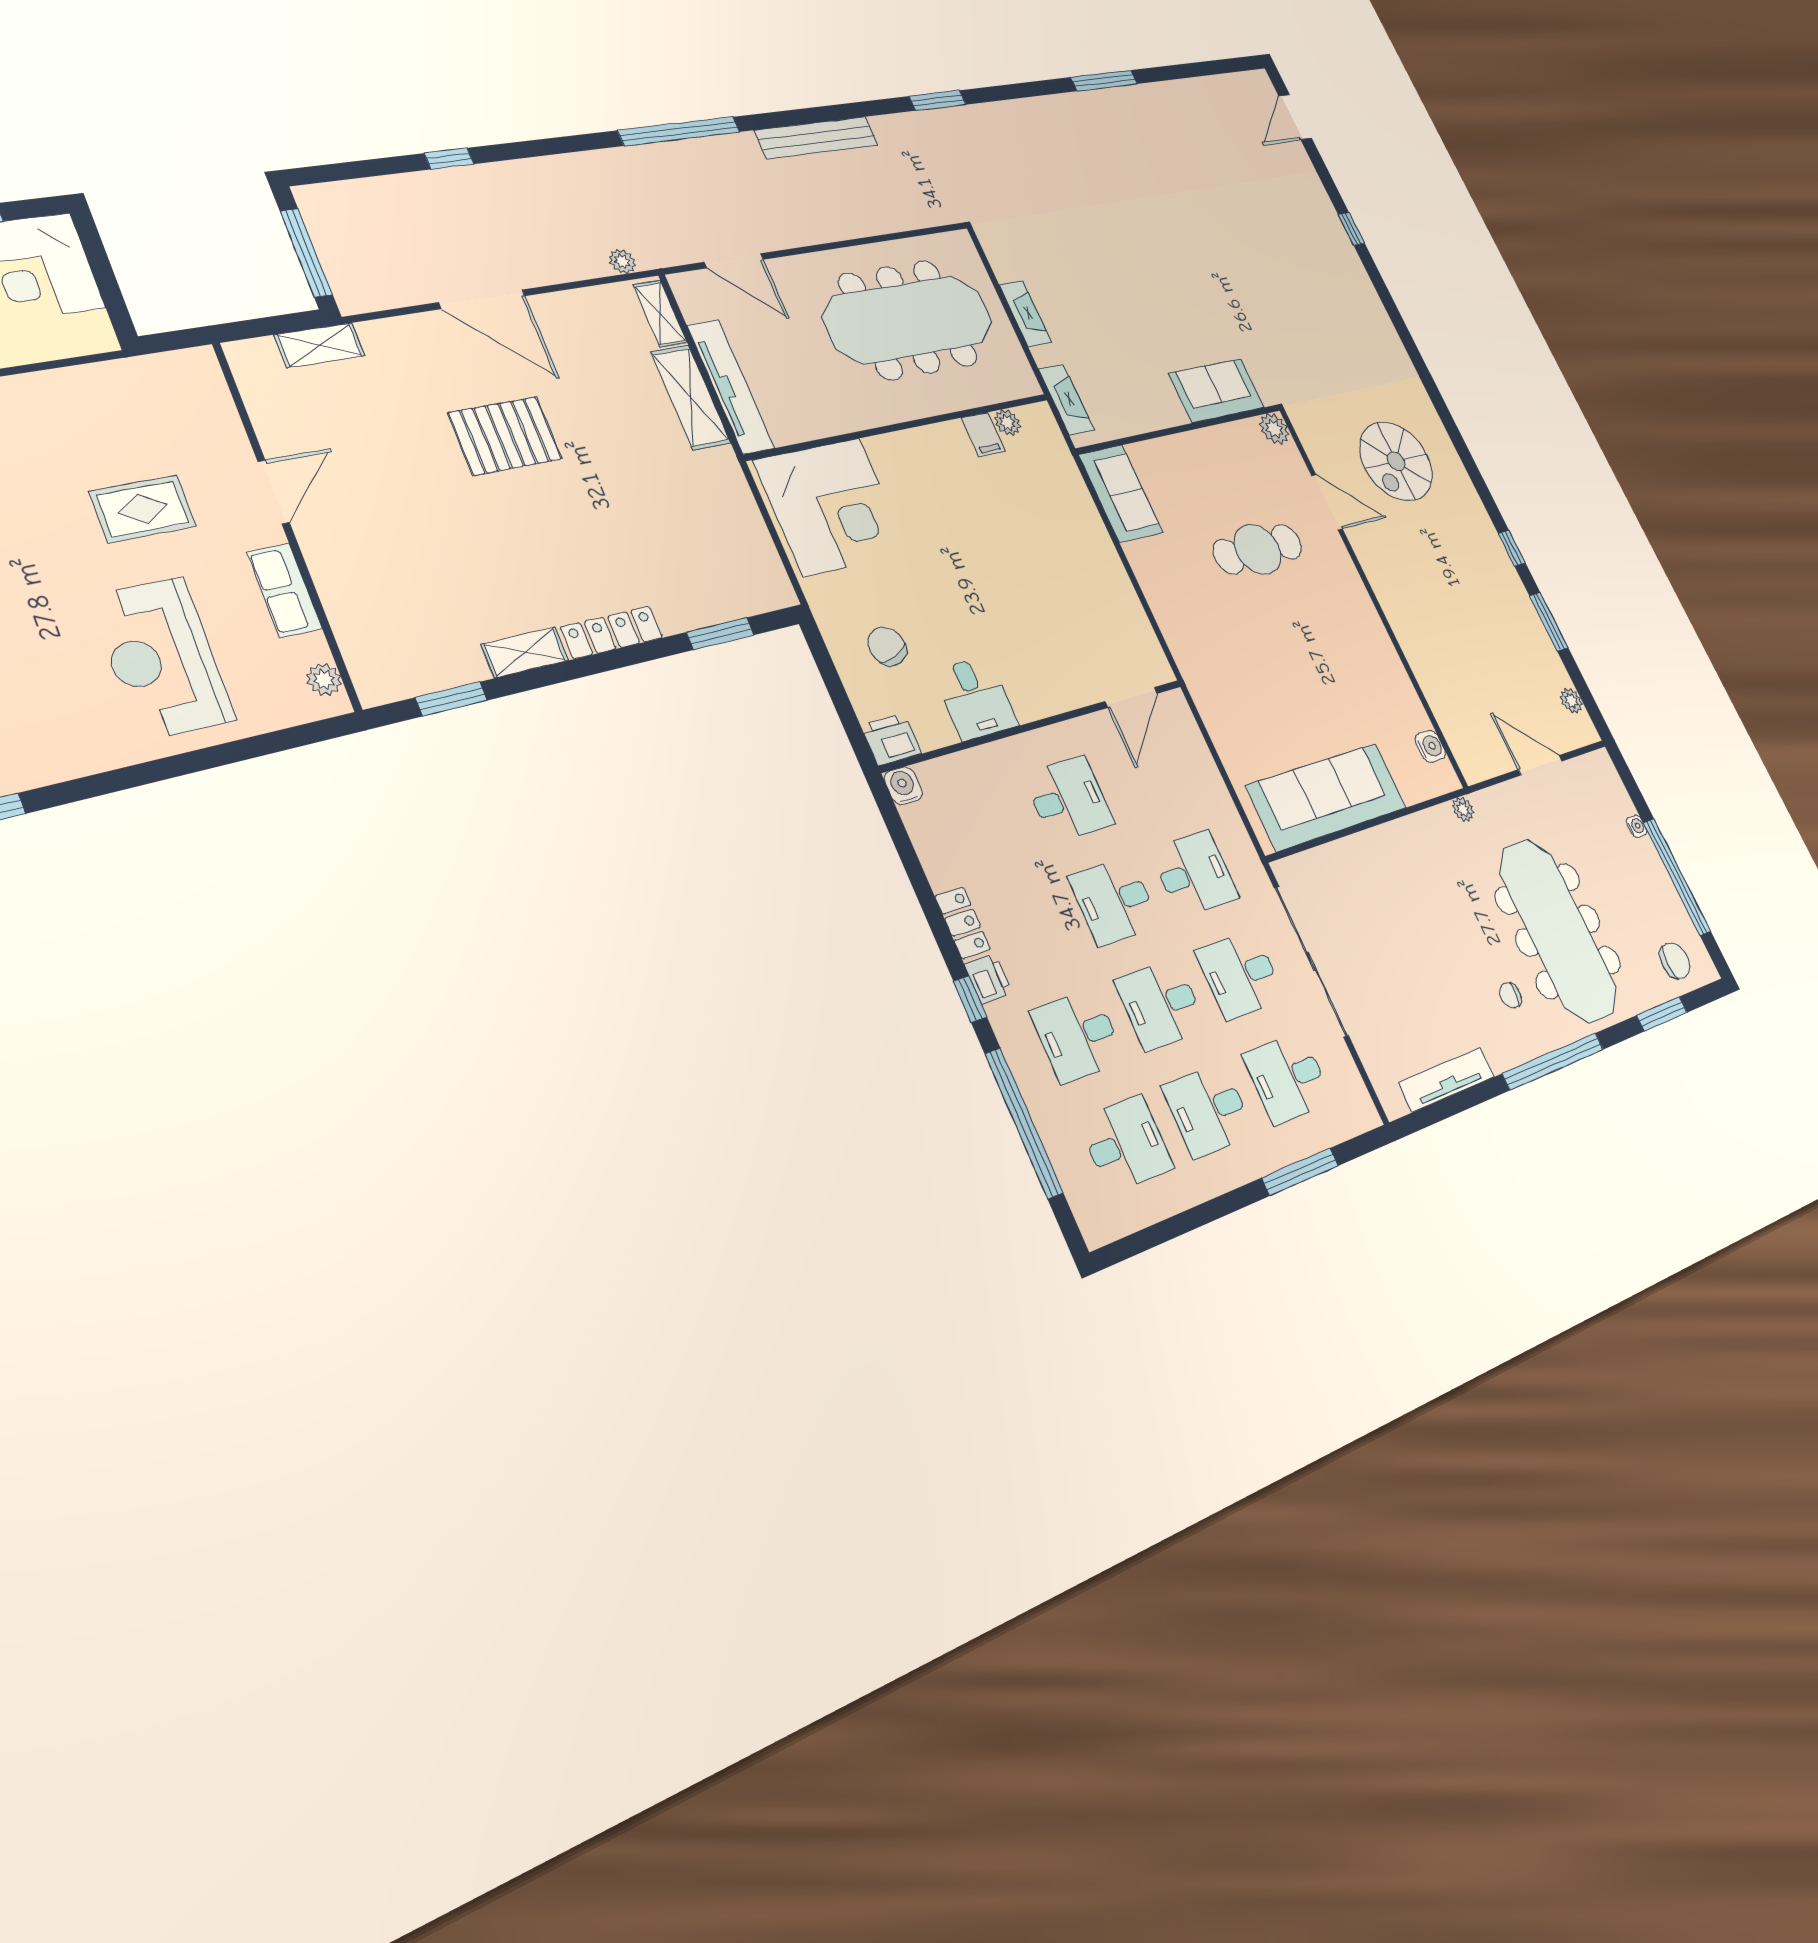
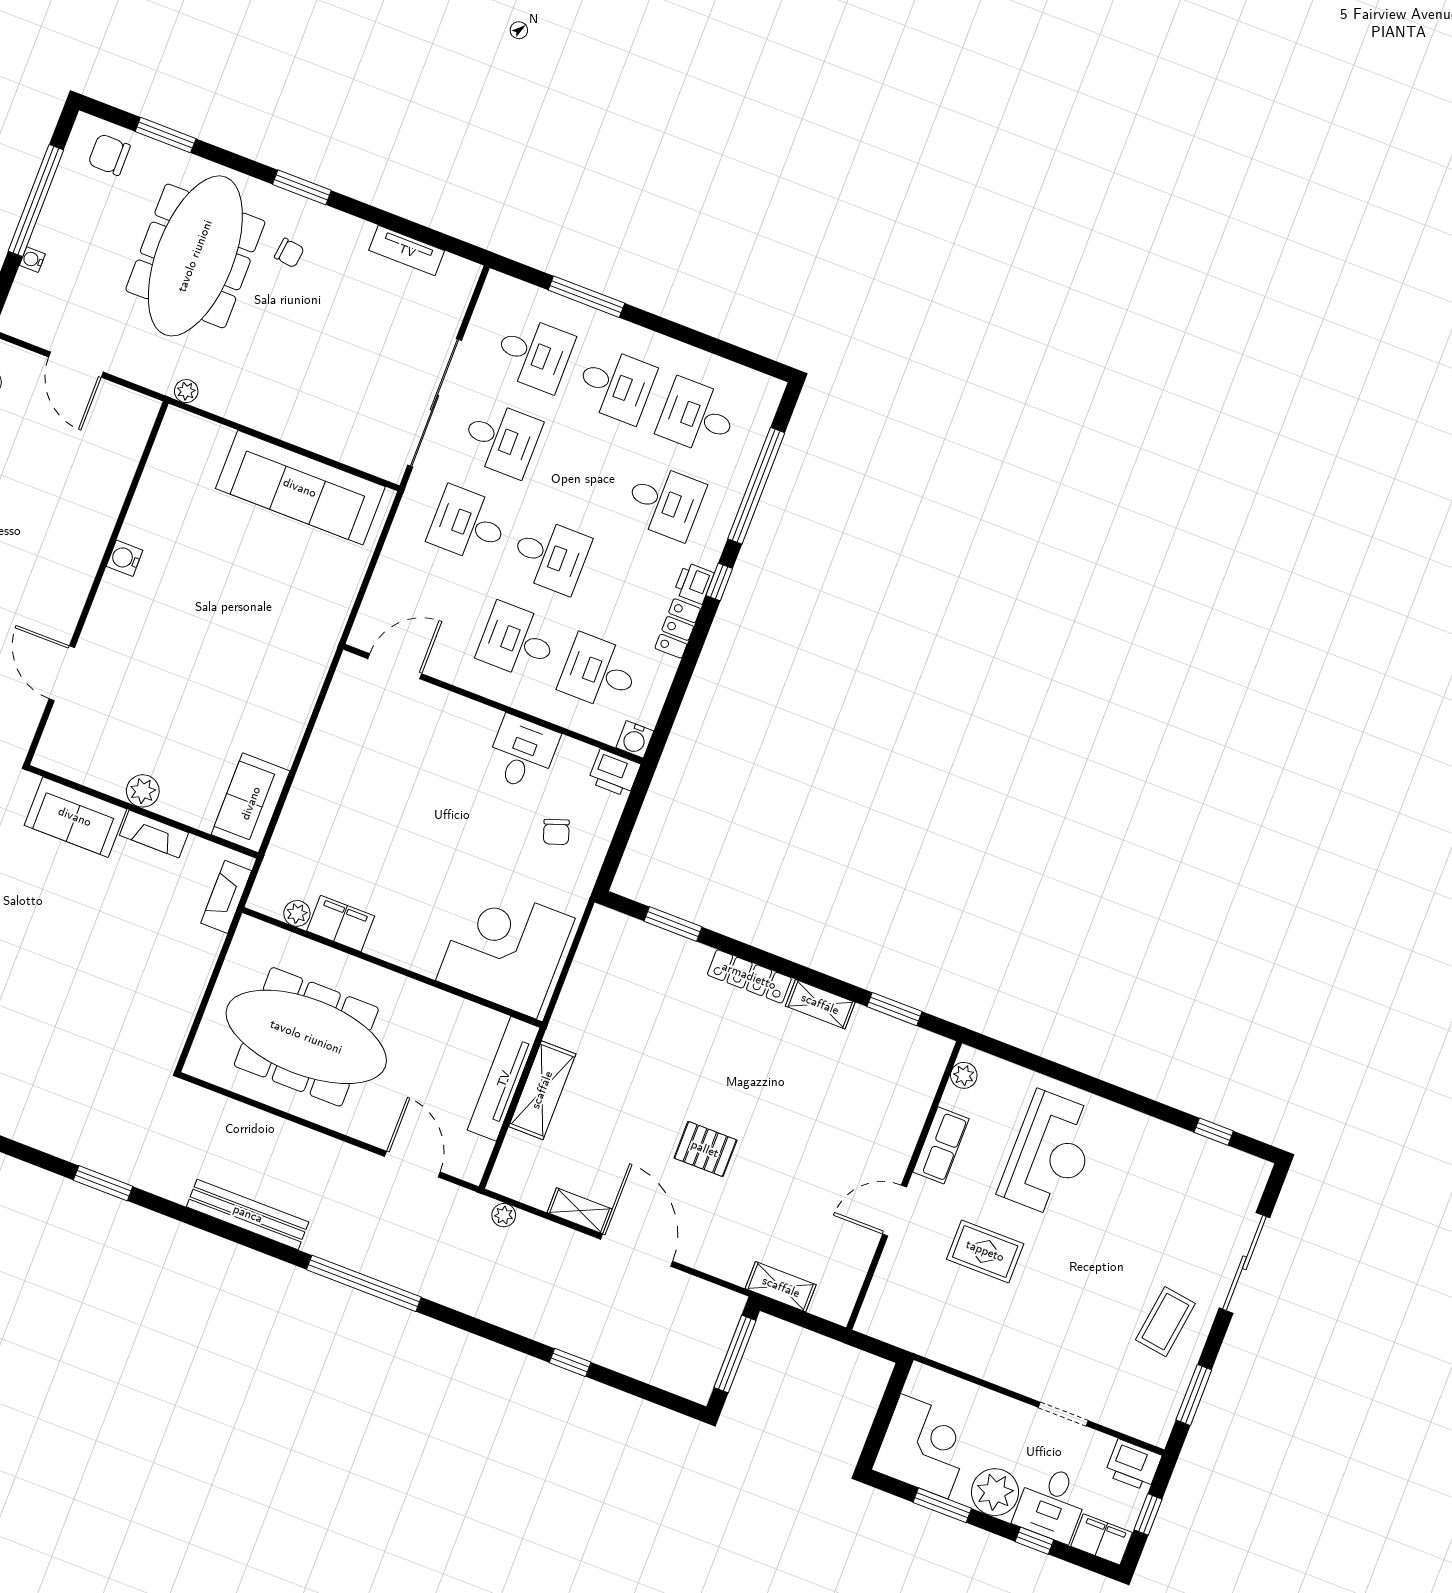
shelving: (660, 314) -> (580, 1211), moved, turned 90
fireplace: (1025, 314) -> (154, 834), moved, turned -90
plant: (1274, 429) -> (143, 791), moved
filing cabinet: (983, 434) -> (341, 923), width x2.00
pallet: (505, 436) -> (705, 1149), width x0.67, depth x0.71
cafe table: (1257, 549) -> (168, 685), removed
chair: (887, 646) -> (556, 832), width x0.73, depth x0.73
water cooler: (1430, 746) -> (125, 558), moved
desk: (1161, 1005) -> (599, 672), moved, turned 180
window: (1553, 1061) -> (302, 187), width x0.47
tv unit: (1447, 1079) -> (407, 251), width x0.71

